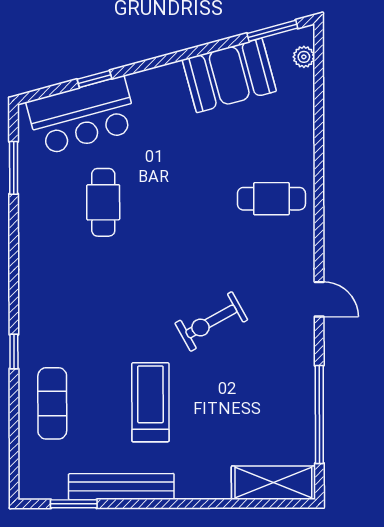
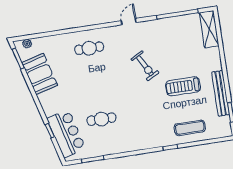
cafe table: (271, 199) -> (89, 48), turned 90

